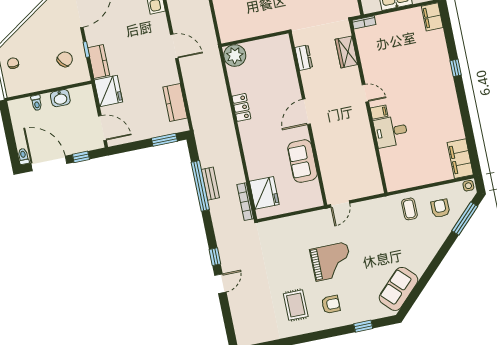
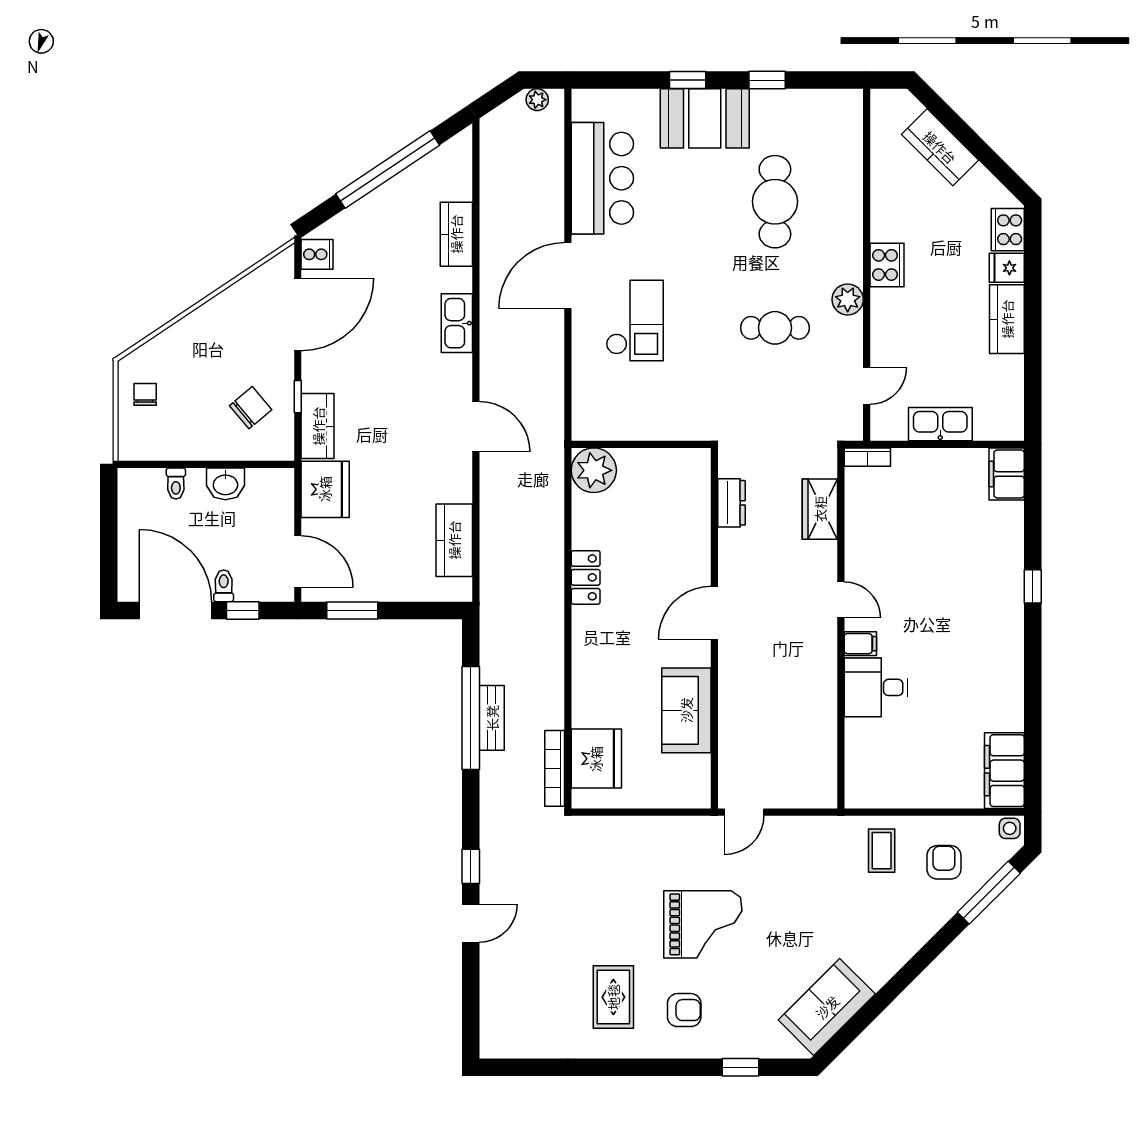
window: (164, 140) -> (352, 610), moved
toilet: (23, 156) -> (224, 586), moved

